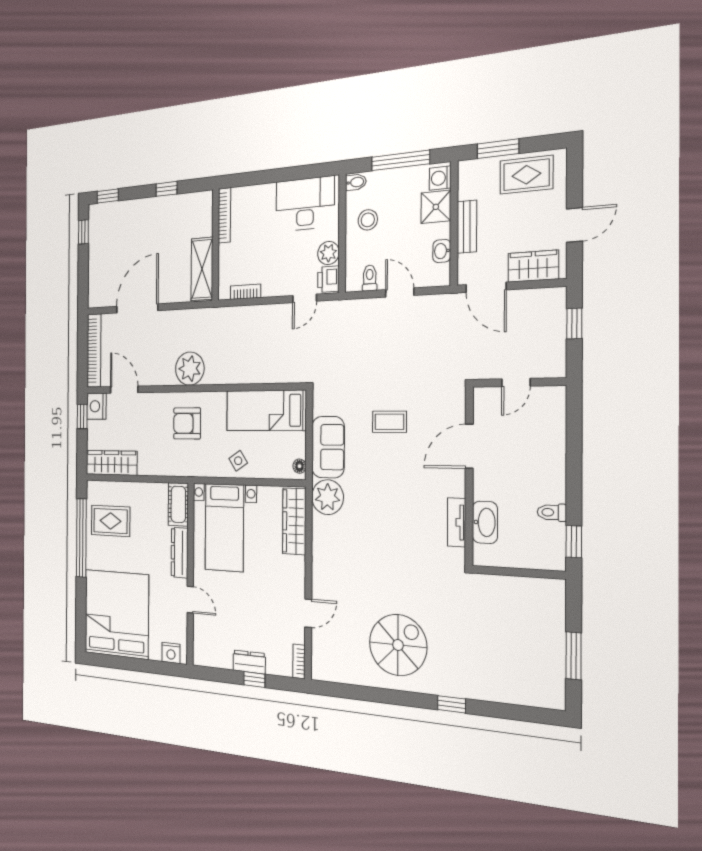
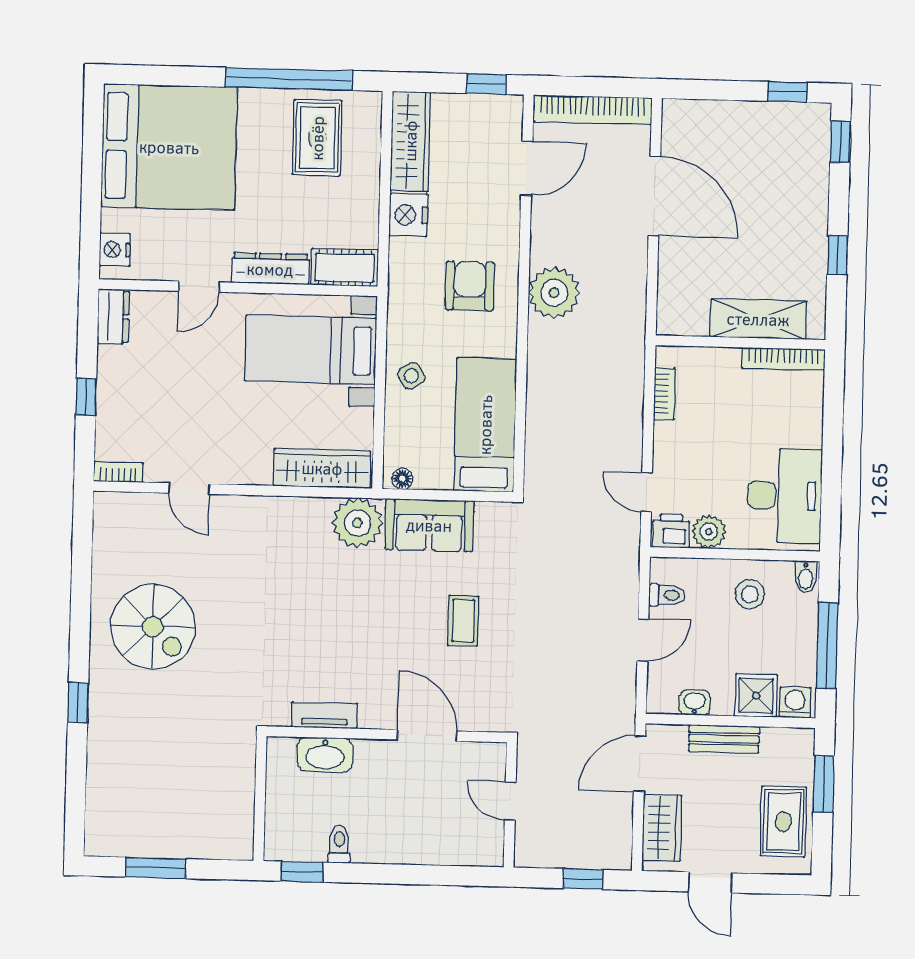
shelving: (202, 269) -> (758, 319), moved
nightstand: (96, 406) -> (408, 215), moved, turned -90
dresser: (249, 662) -> (113, 317), moved

